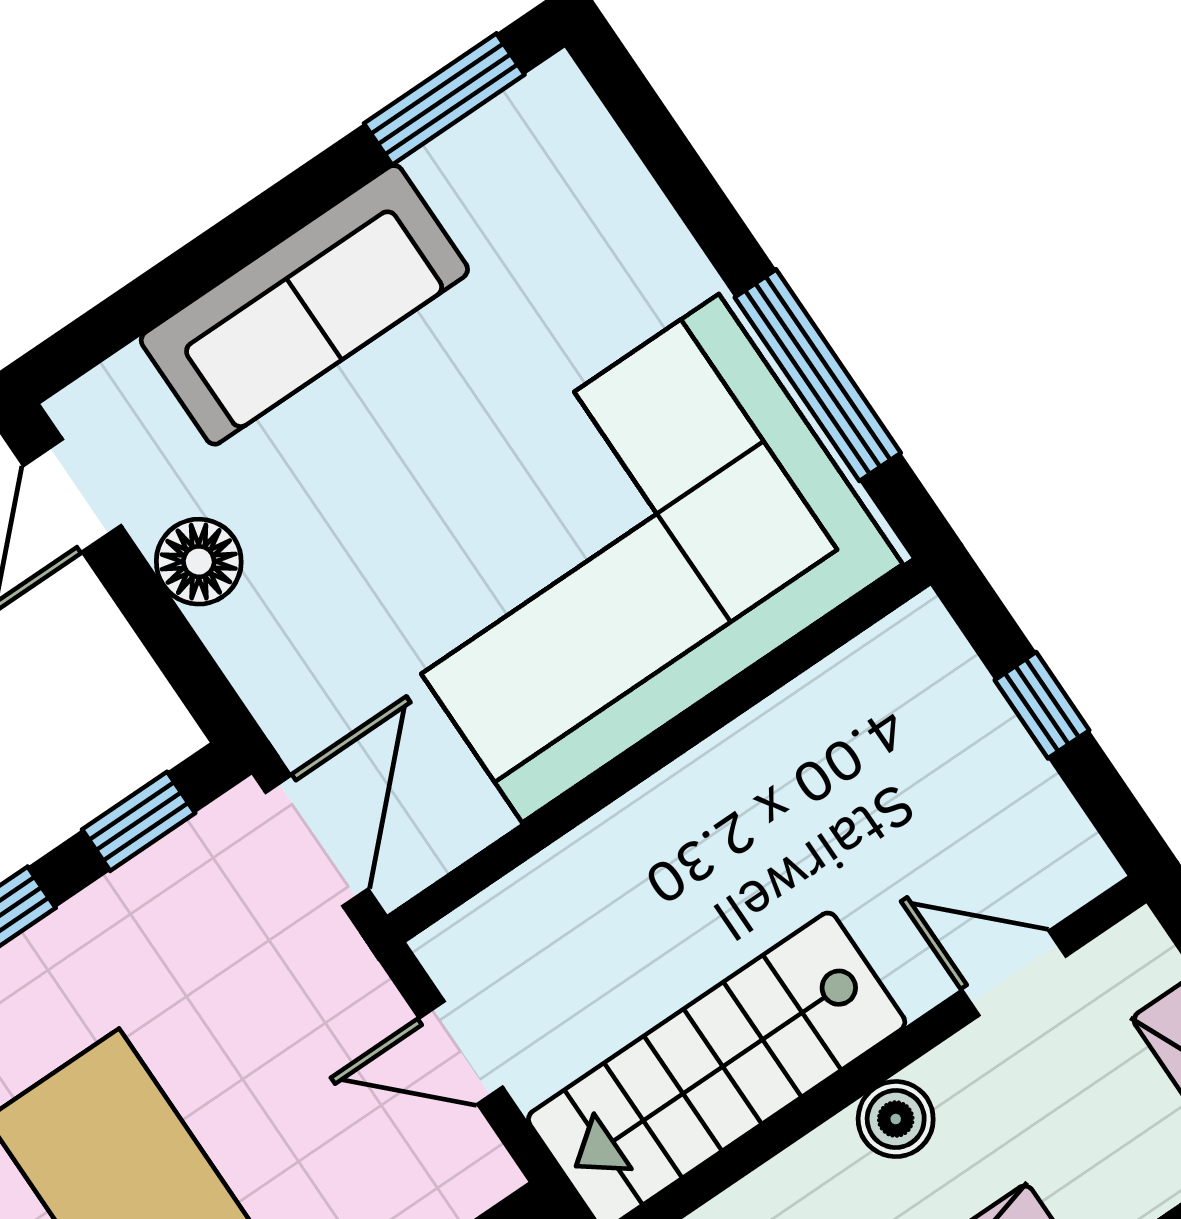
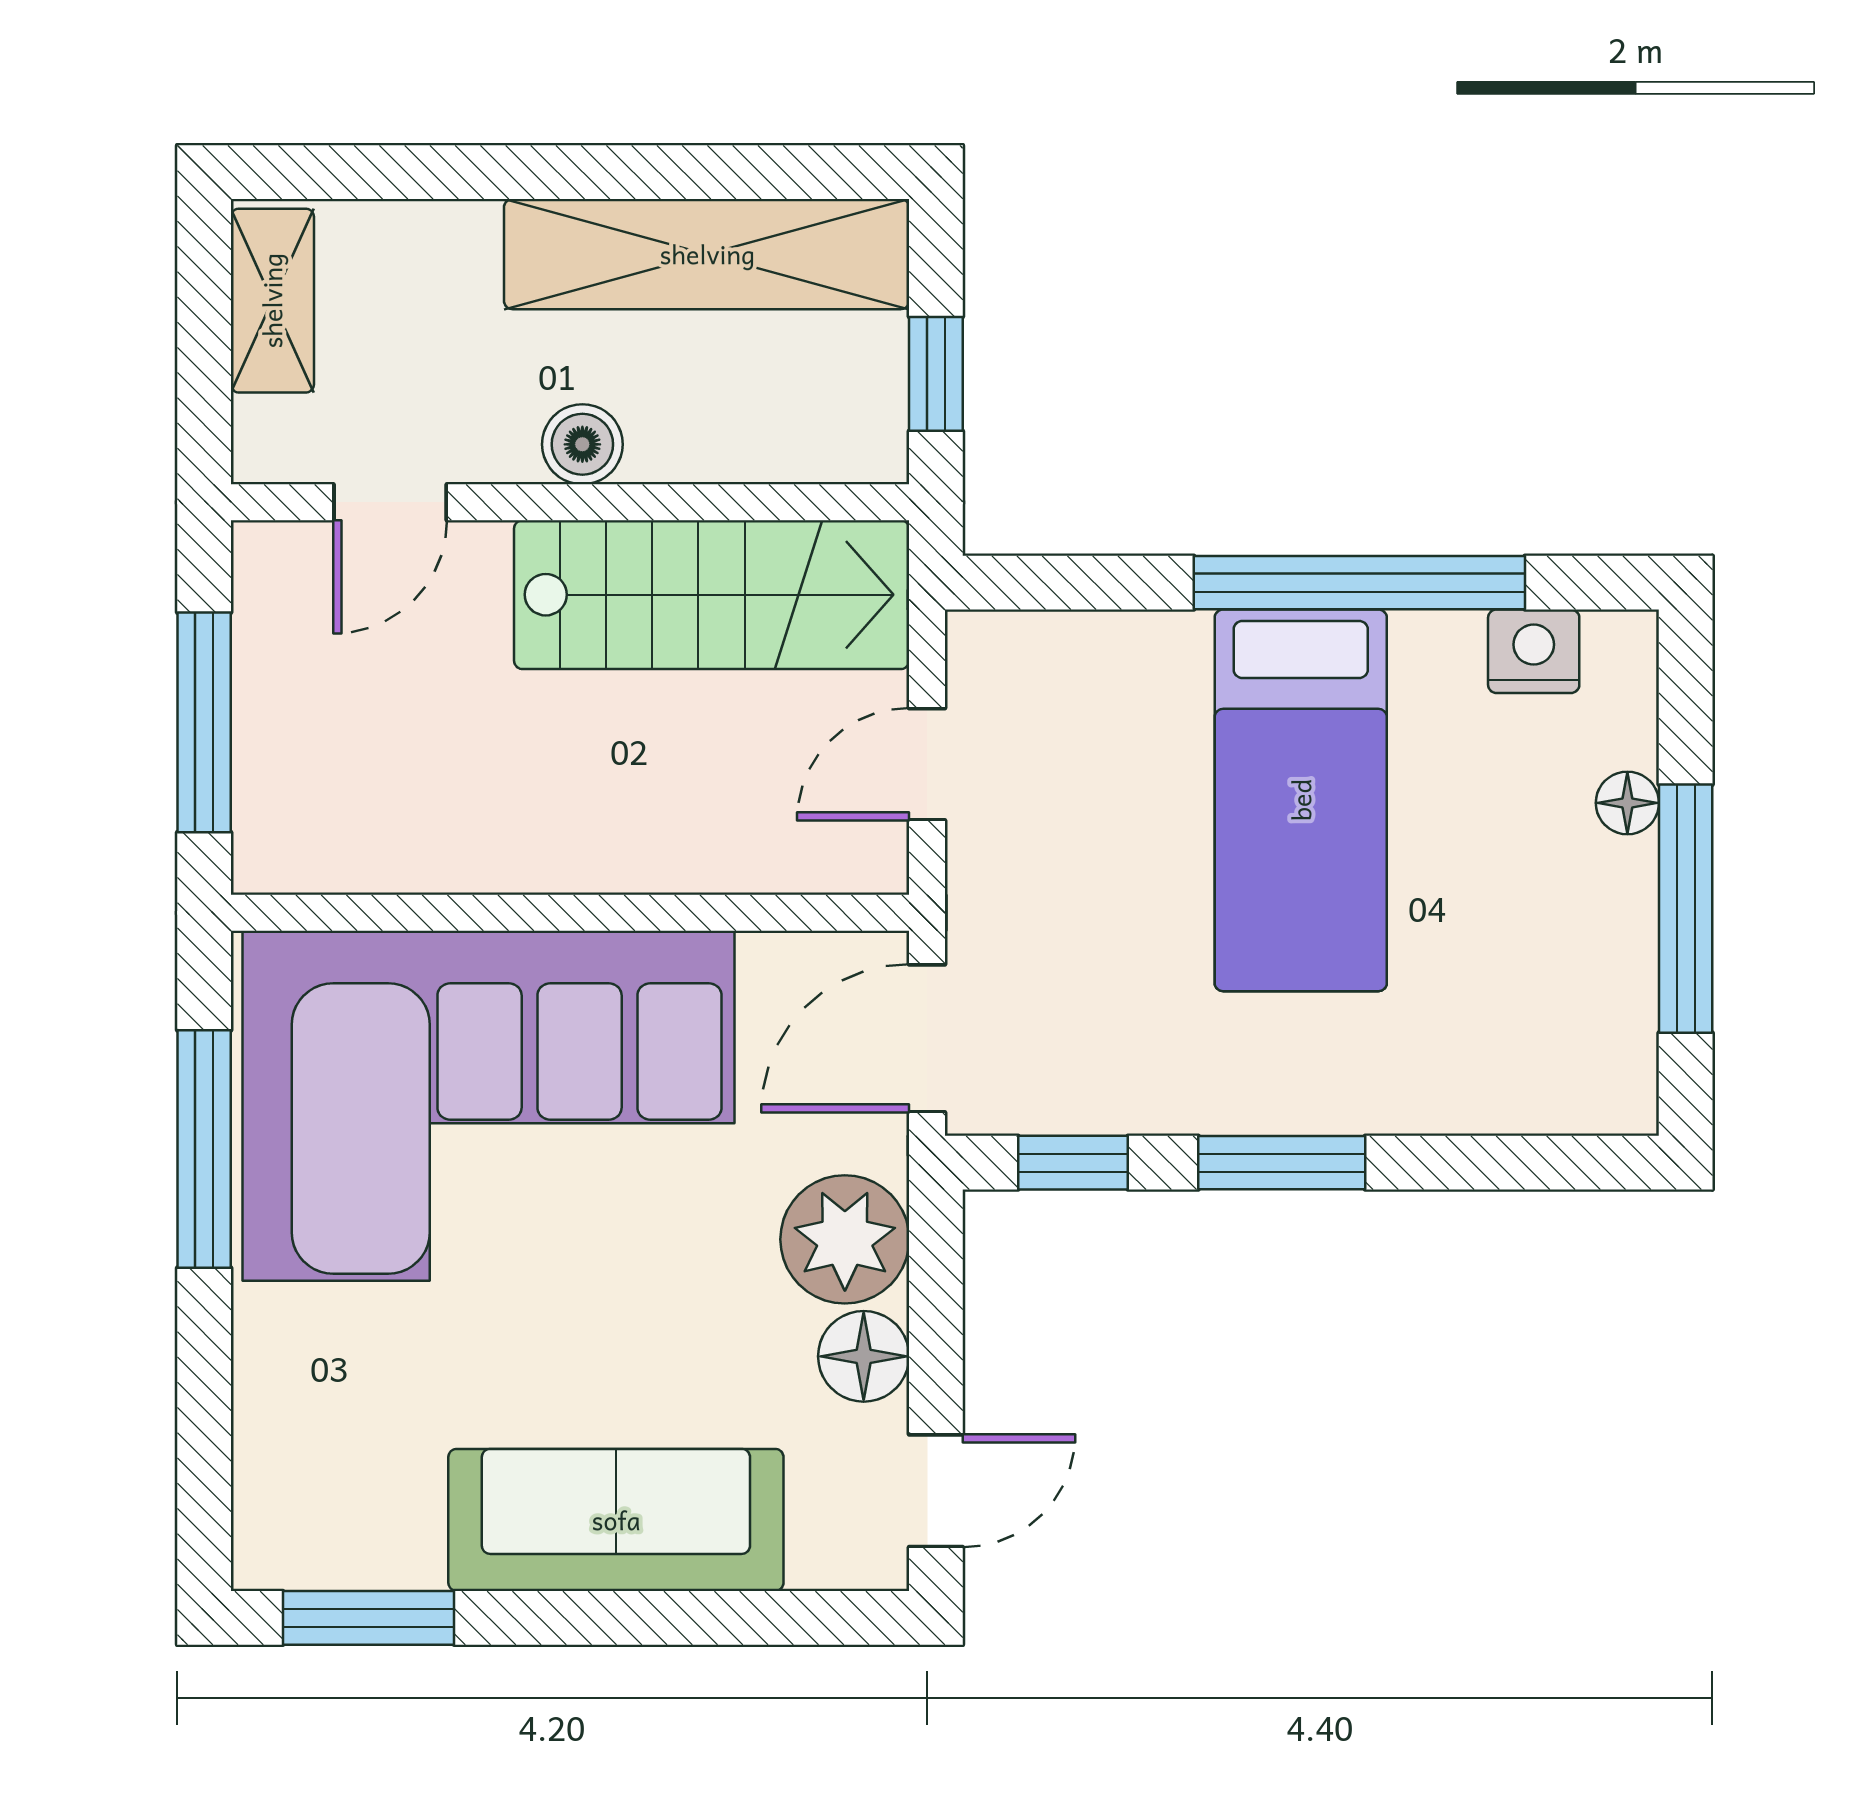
plant: (275, 642) -> (845, 1239), added
window: (1042, 705) -> (204, 722), width x2.17
door: (1014, 973) -> (390, 502), hinge flipped
door: (461, 1053) -> (927, 764), swing flipped

